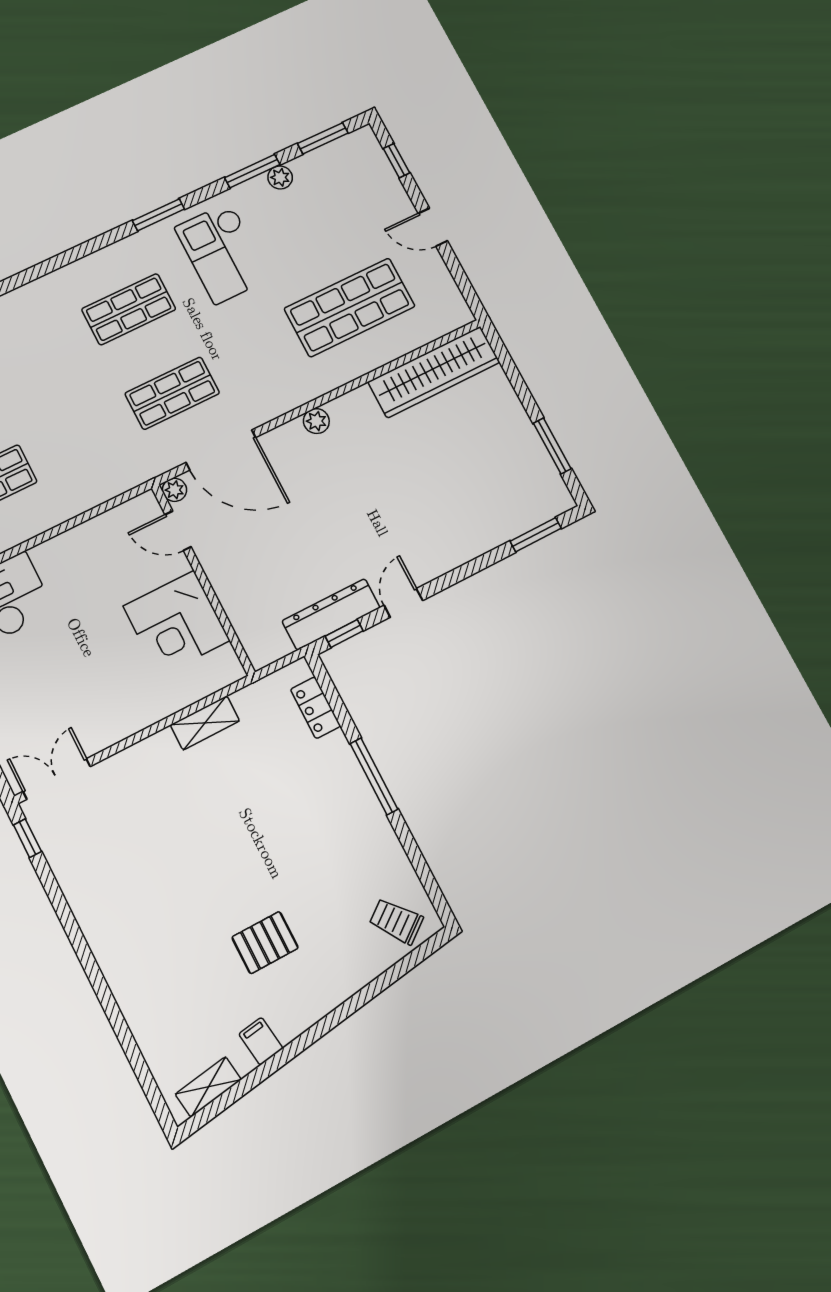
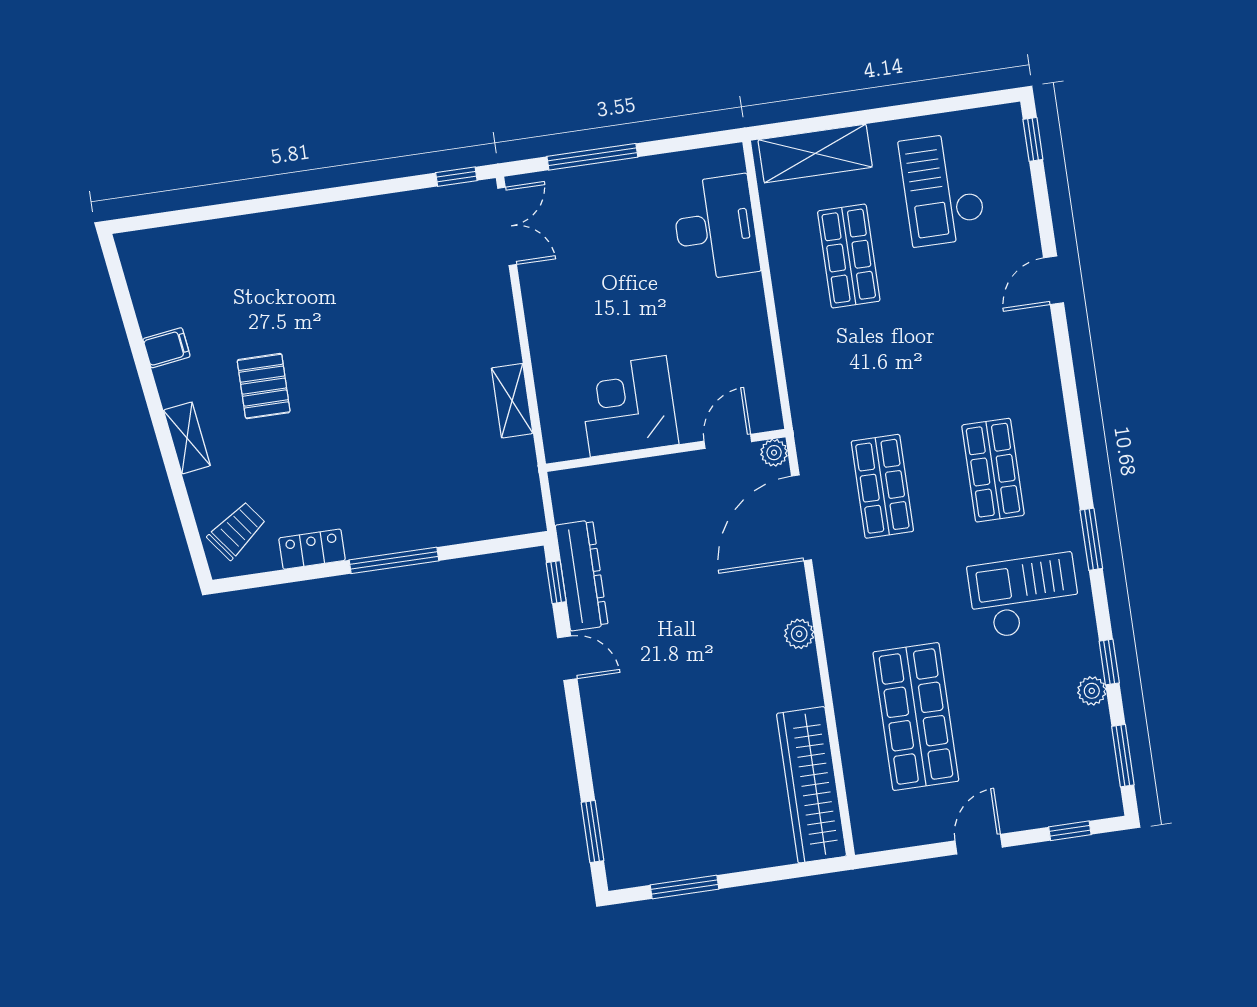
window: (252, 171) -> (1109, 662), width x0.67
locker: (316, 708) -> (312, 549), moved
shelving: (208, 1087) -> (187, 438), moved

